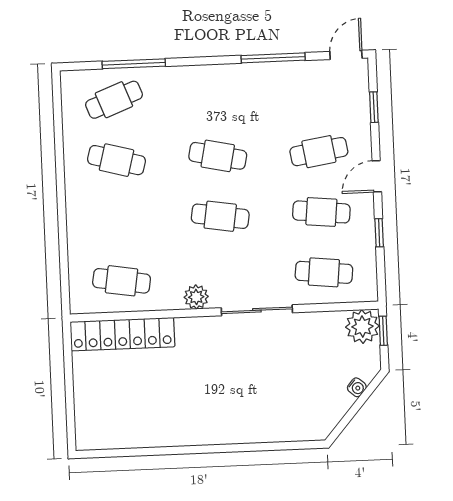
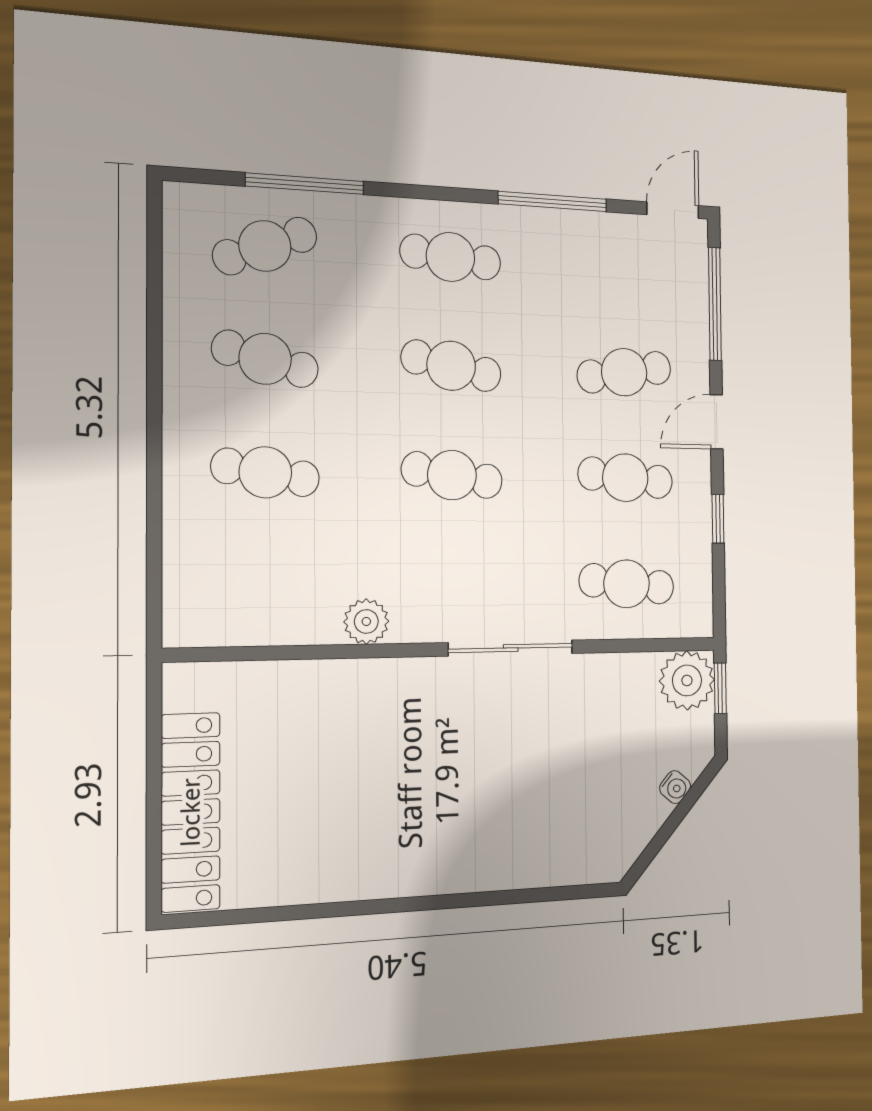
cafe table: (215, 95) -> (450, 257), added
window: (374, 107) -> (715, 304), width x2.17
cafe table: (122, 281) -> (265, 472), moved
plant: (196, 297) -> (366, 622), moved
locker: (122, 334) -> (191, 812), moved, turned -90

